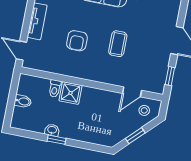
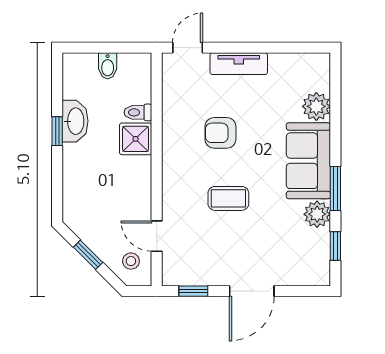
washbasin: (52, 130) -> (75, 121), width x1.91, depth x1.45

